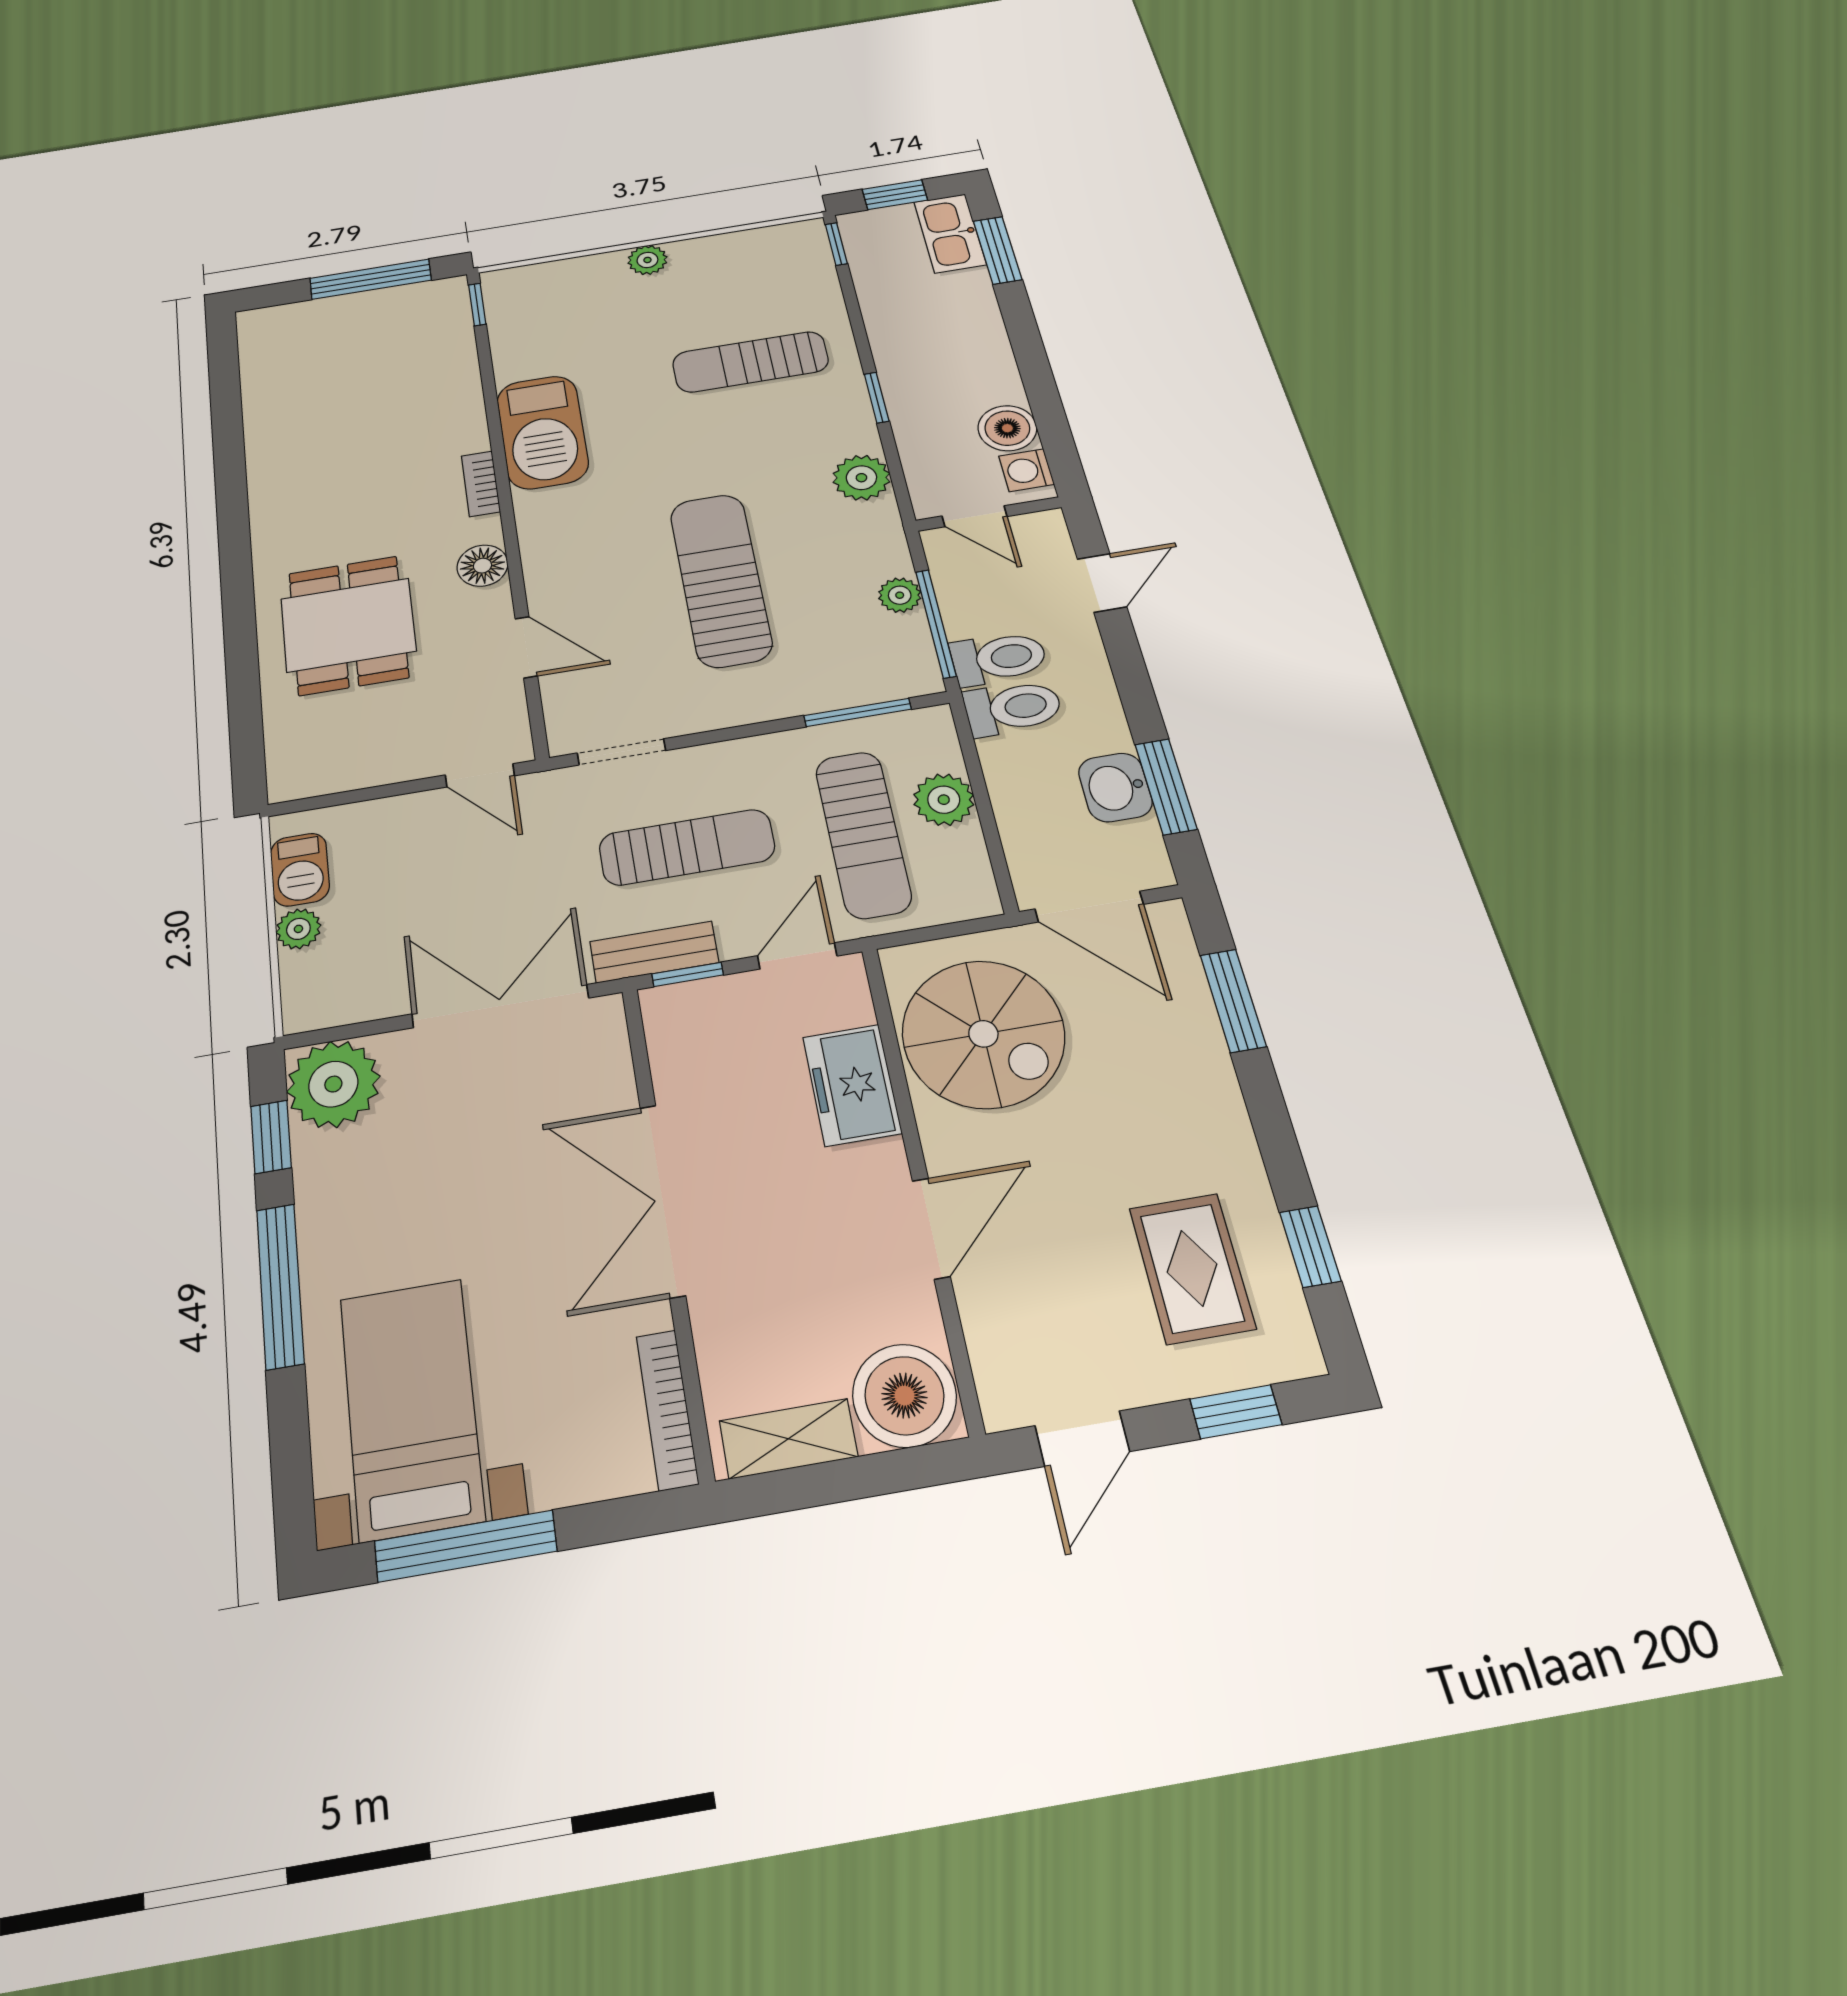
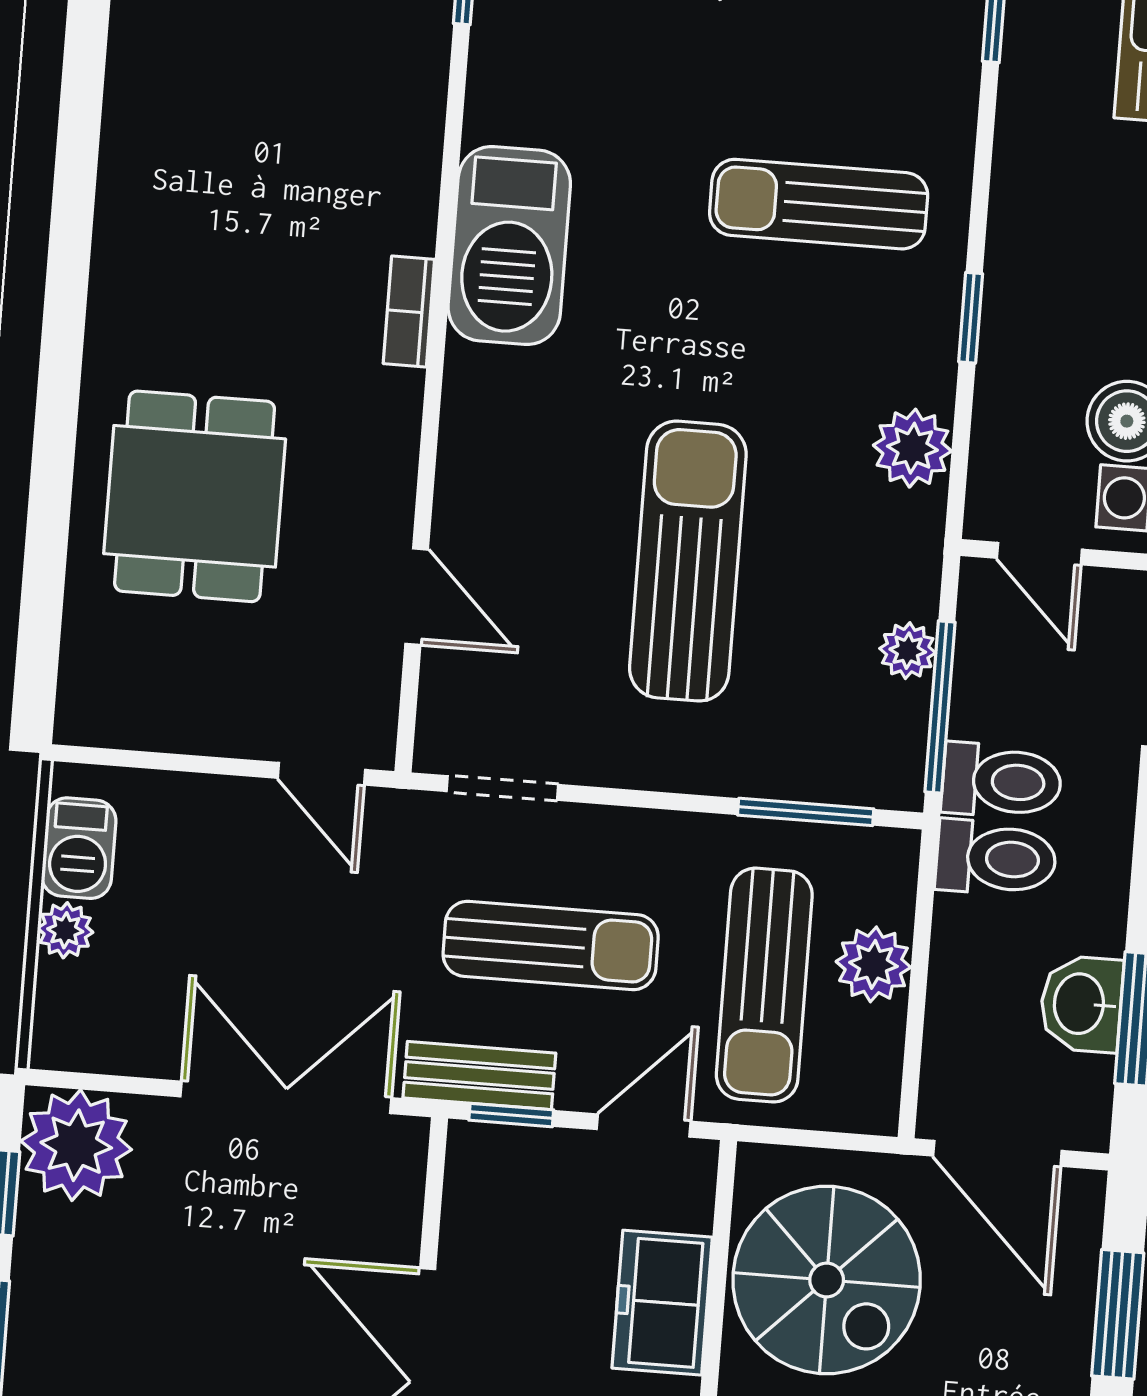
floor lamp: (482, 566) -> (385, 450), removed

